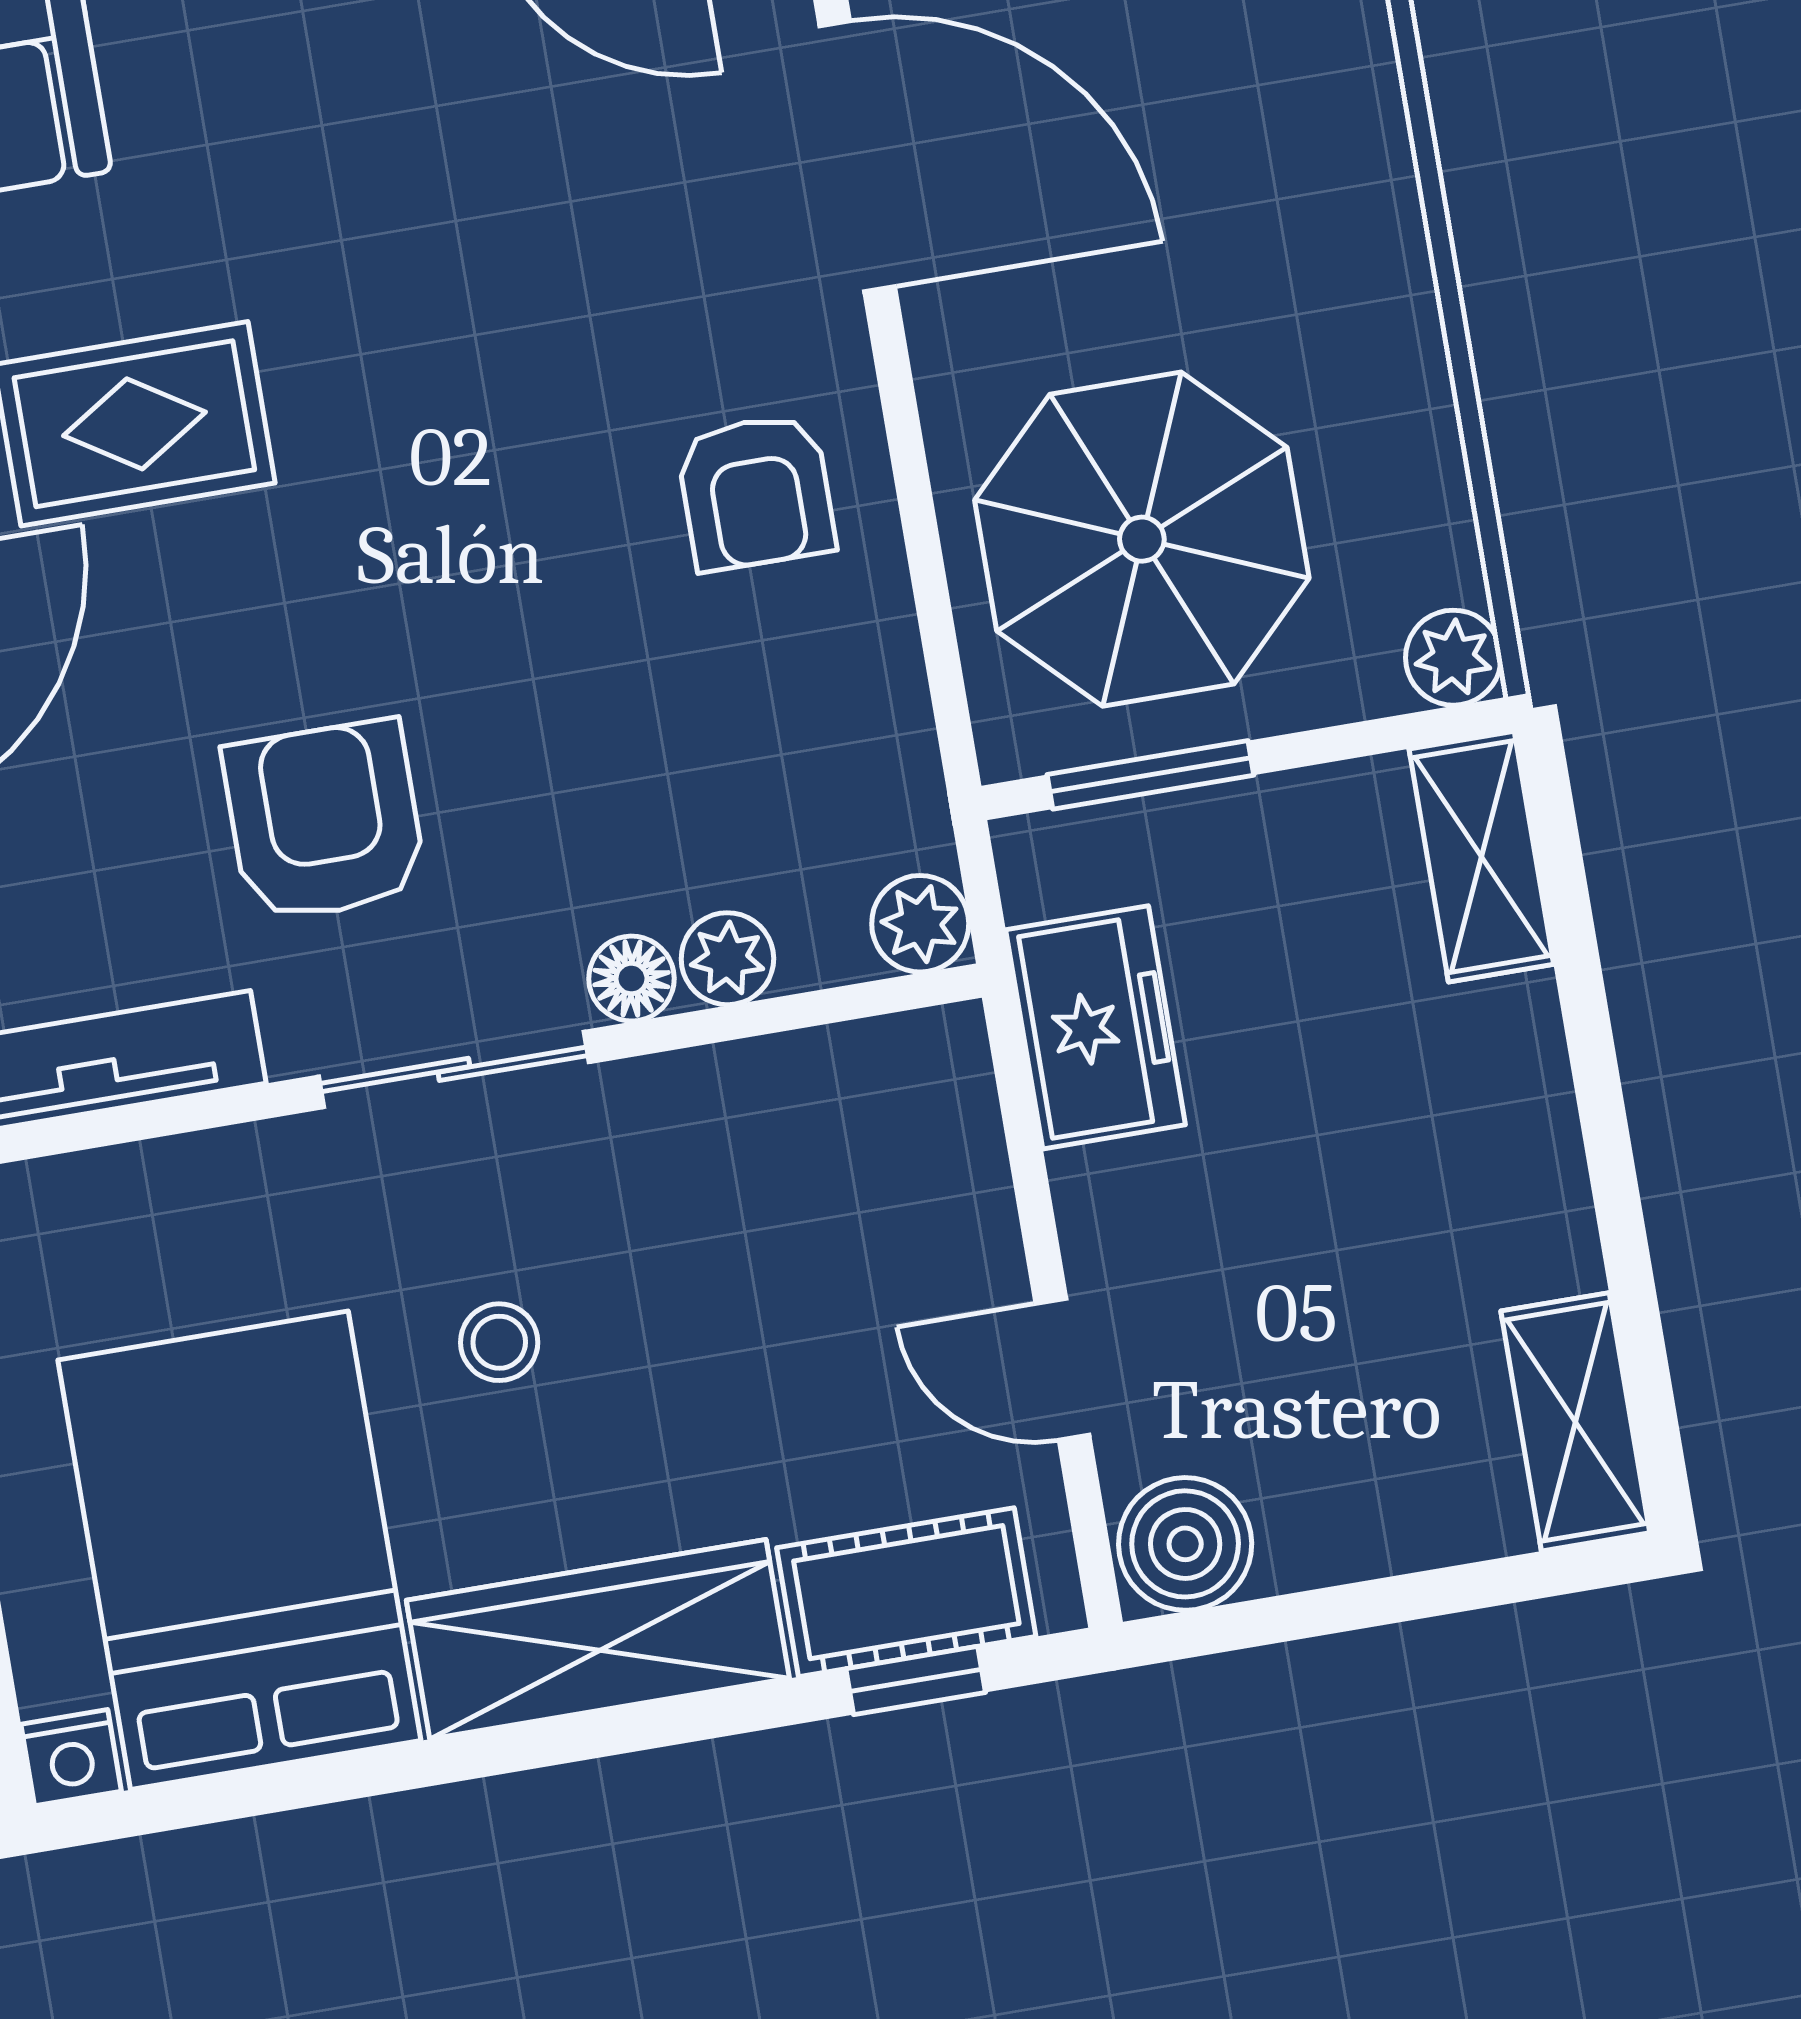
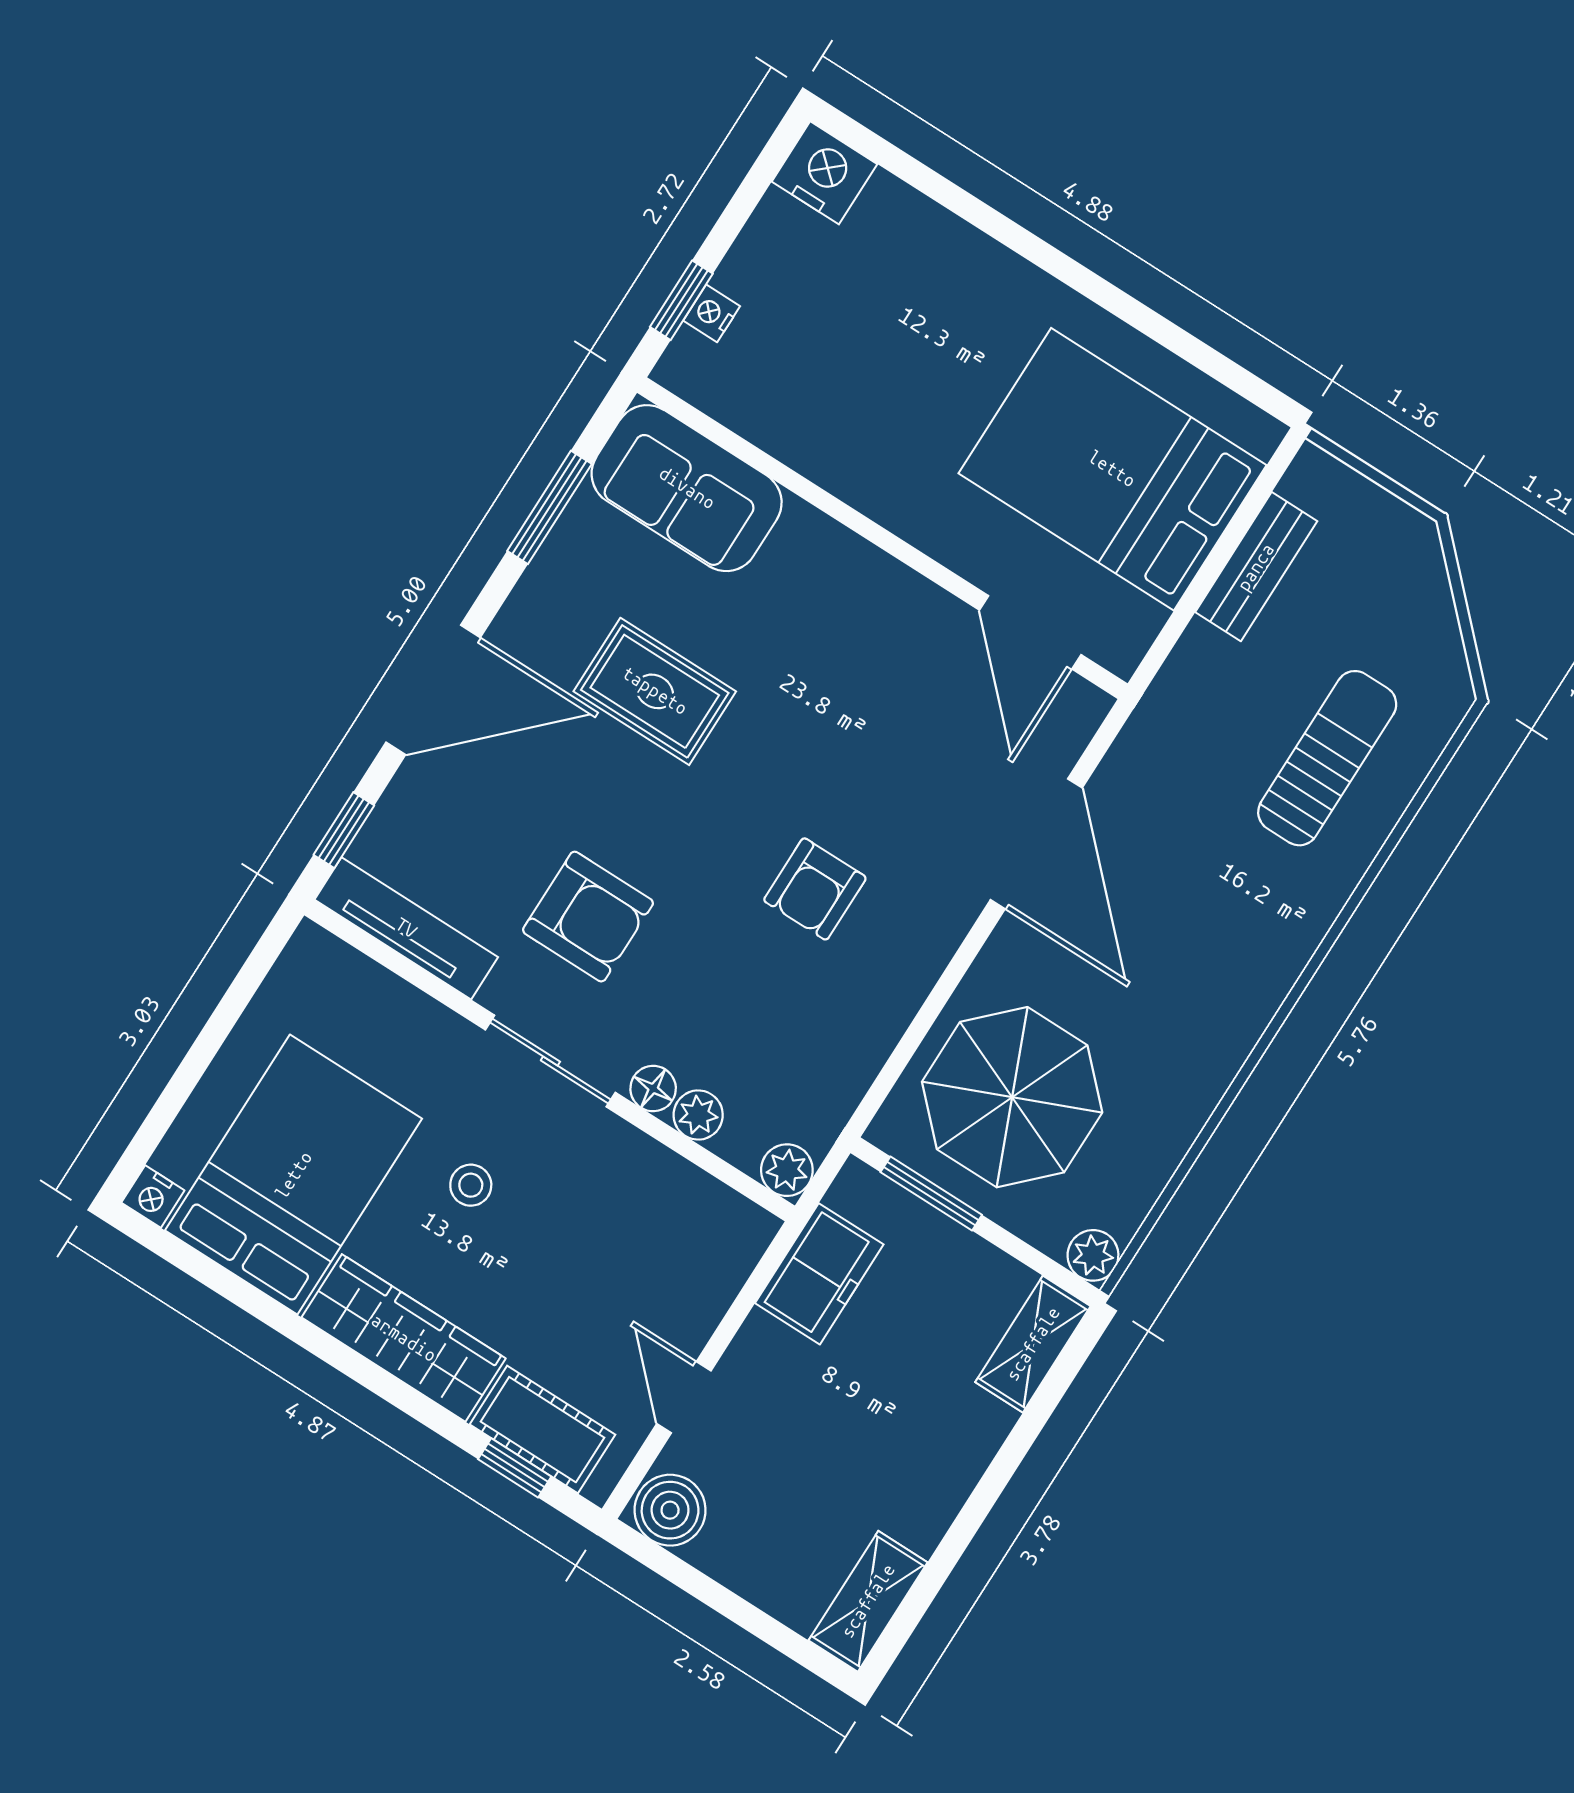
armchair: (756, 492) -> (815, 889), moved
armchair: (325, 821) -> (588, 917), turned 90

